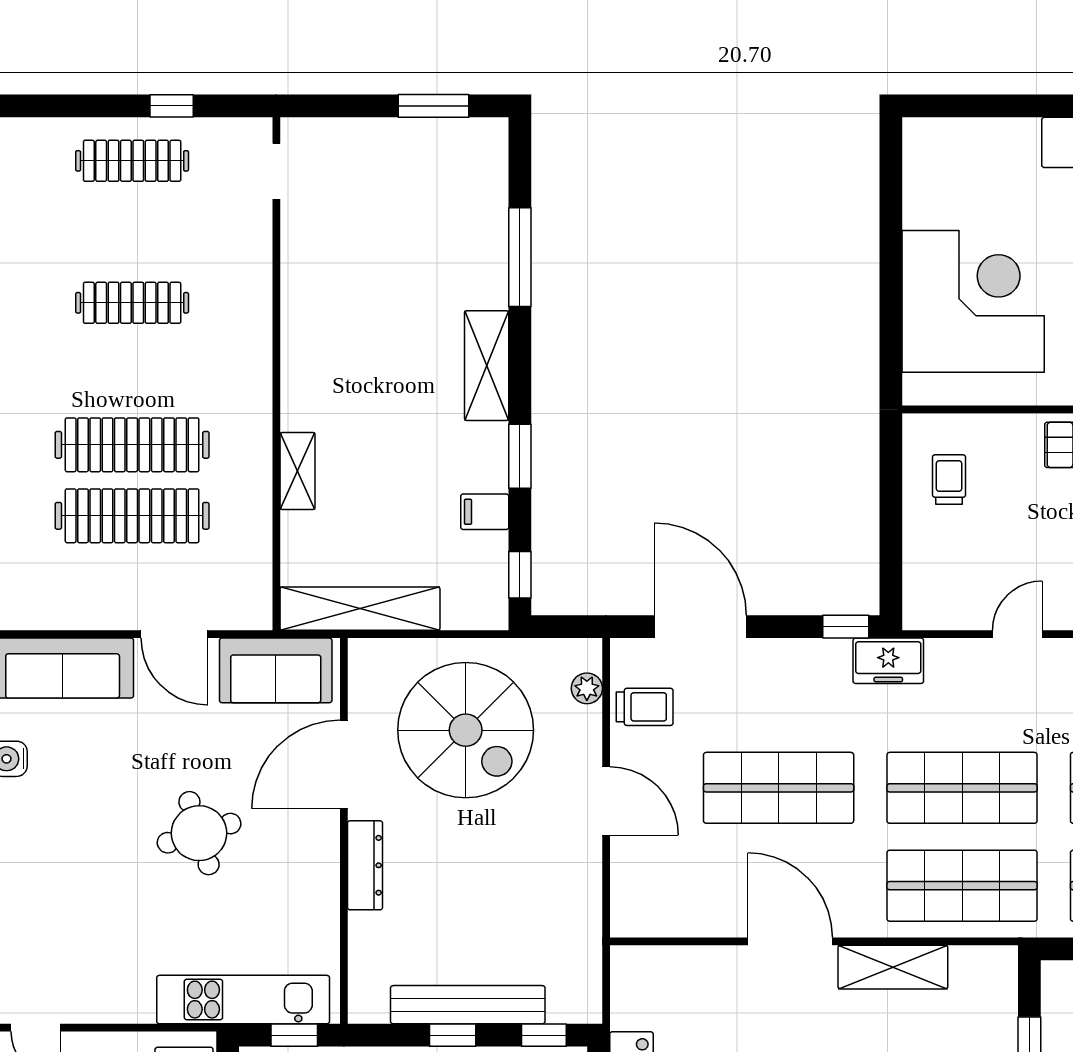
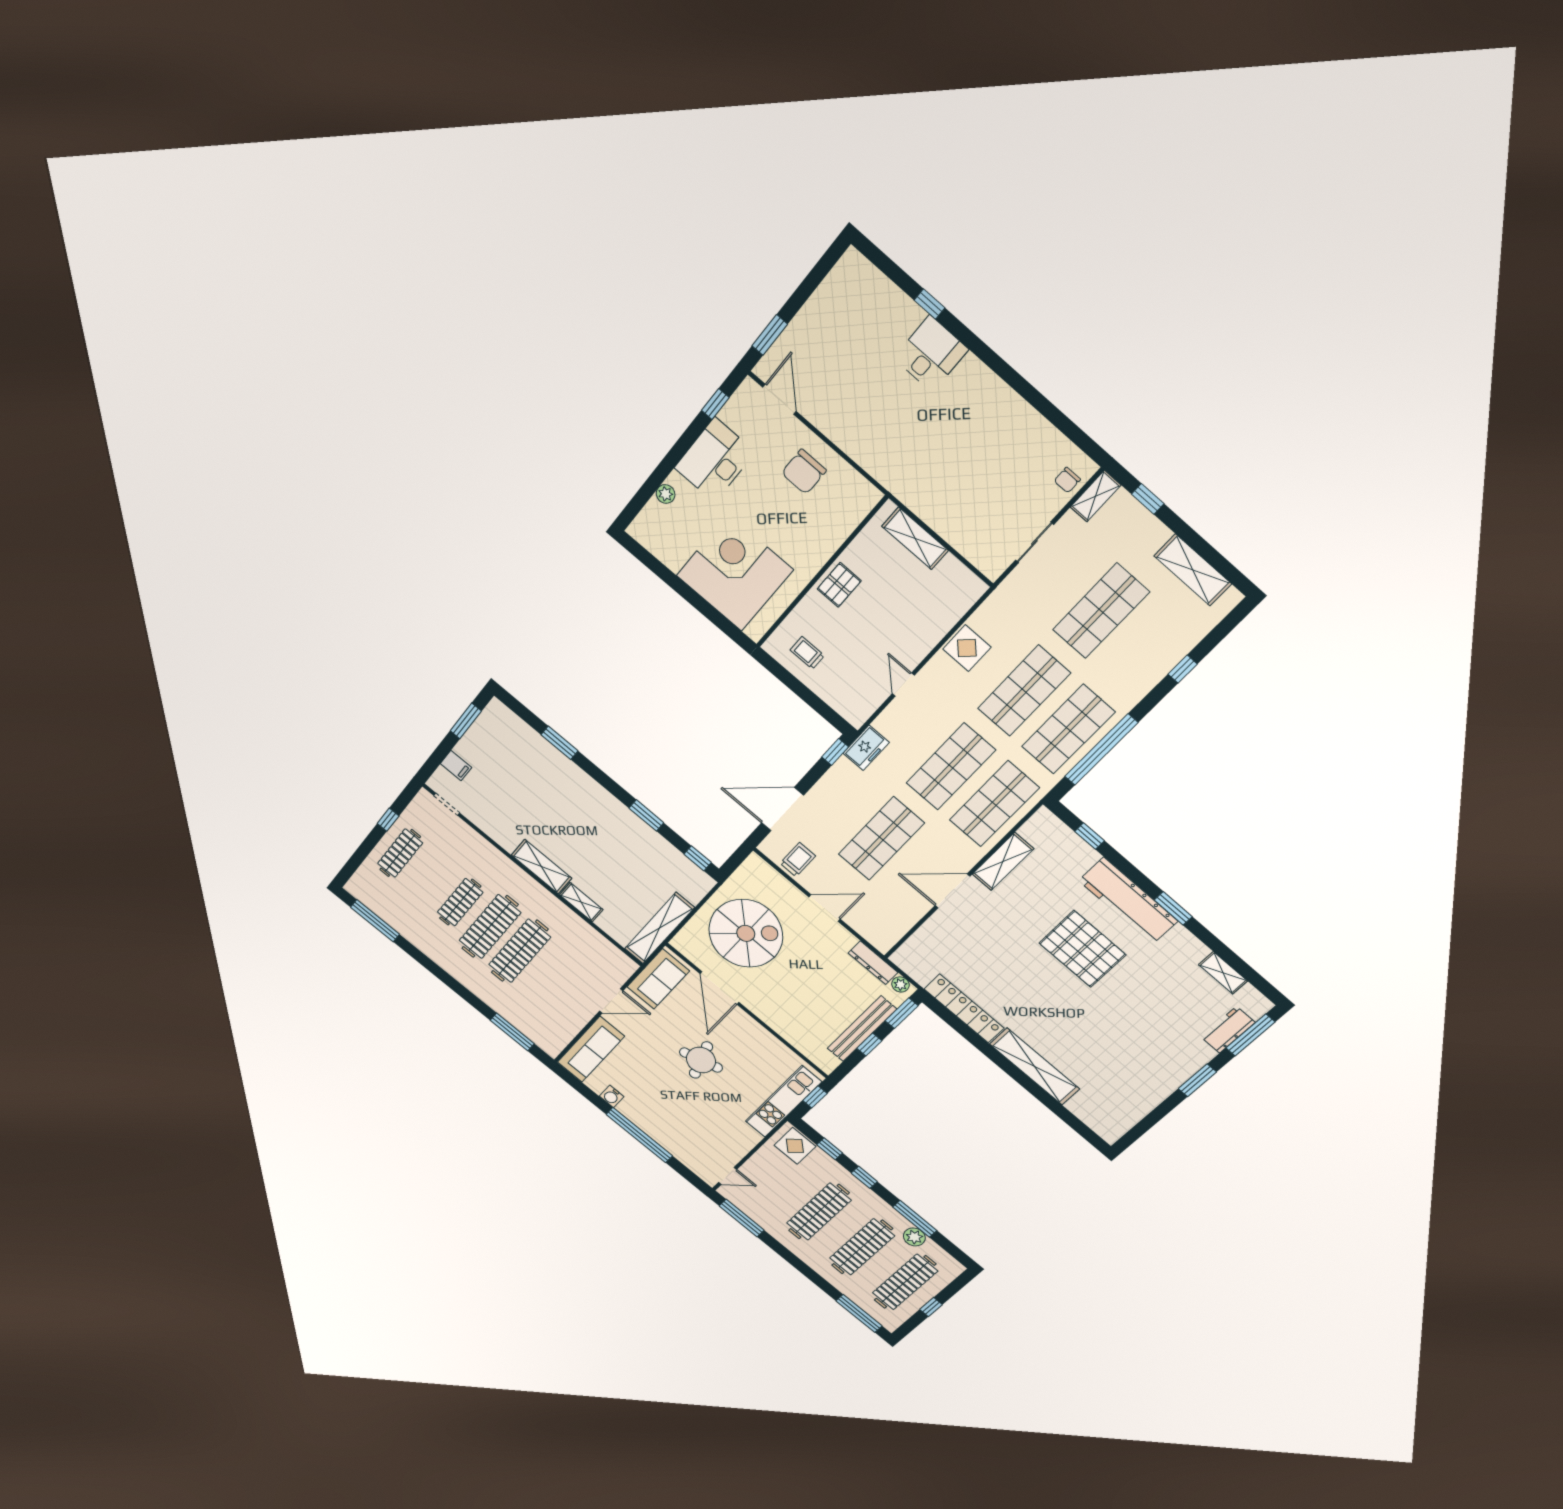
plant: (998, 133) -> (666, 494), added
window: (520, 257) -> (559, 743), width x0.69
shelving: (487, 366) -> (542, 867), moved
filing cabinet: (485, 512) -> (456, 766), moved, turned -90
clothes rail: (132, 516) -> (490, 927), moved
plant: (587, 688) -> (900, 984), moved
dresser: (365, 865) -> (873, 963), moved, turned 180
window: (544, 1035) -> (902, 1013), width x1.50

